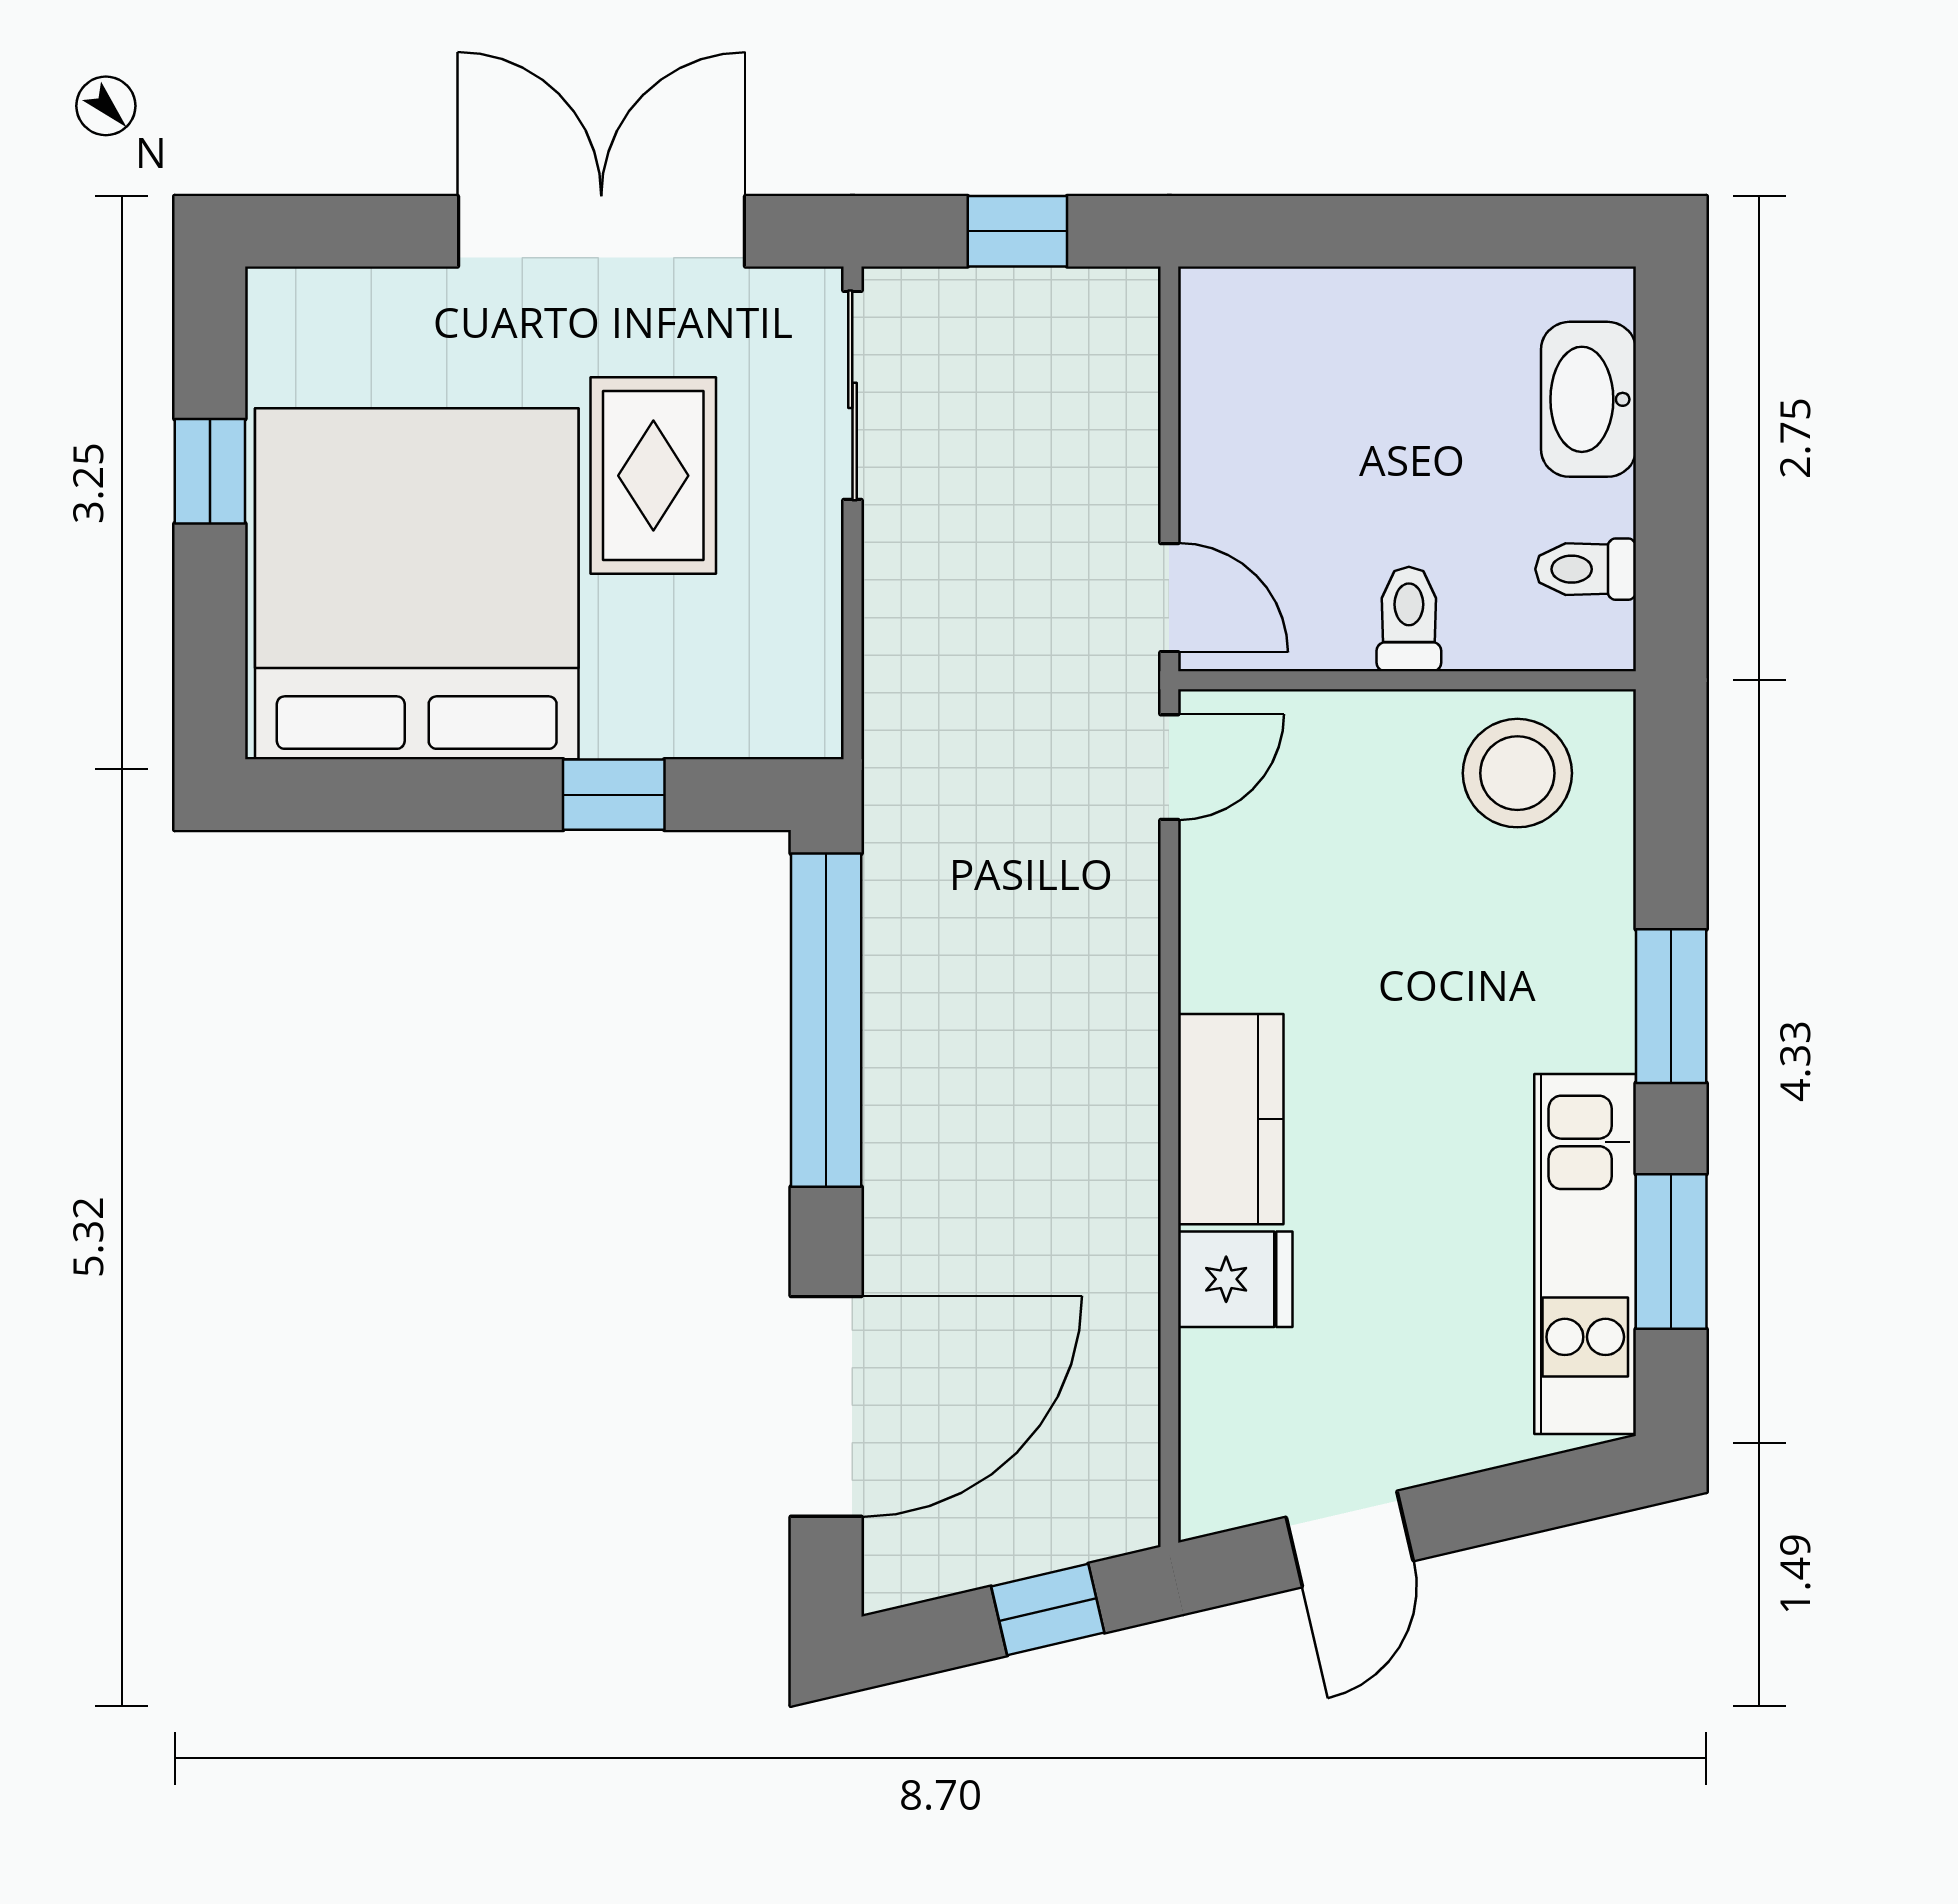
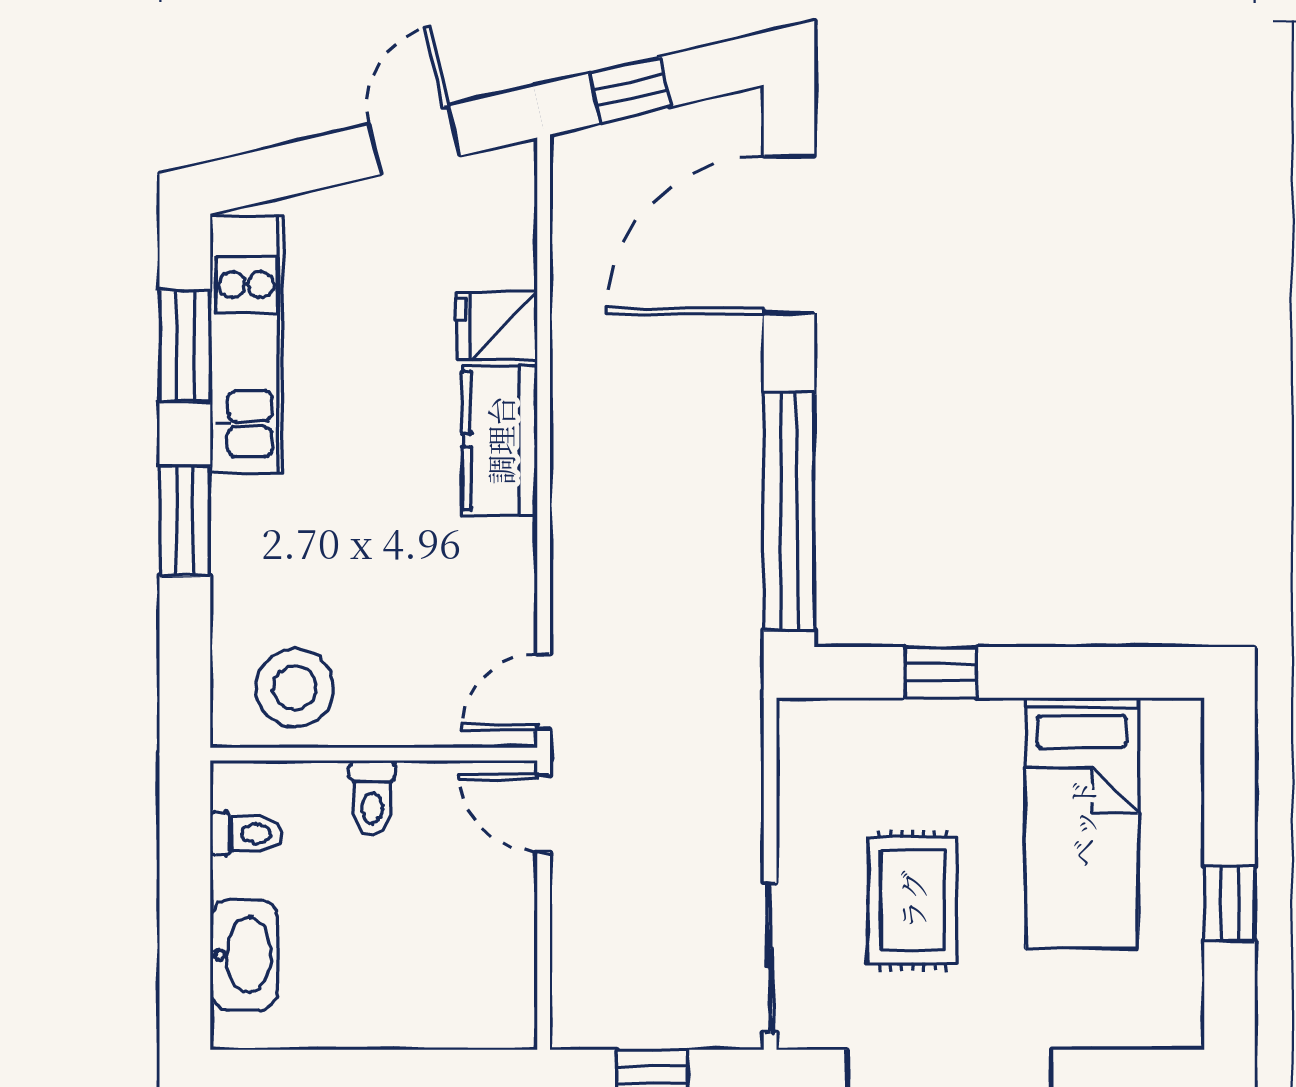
bed: (417, 584) -> (1082, 823), width x0.49

